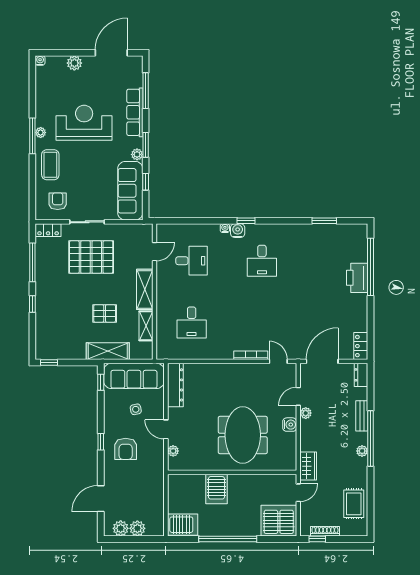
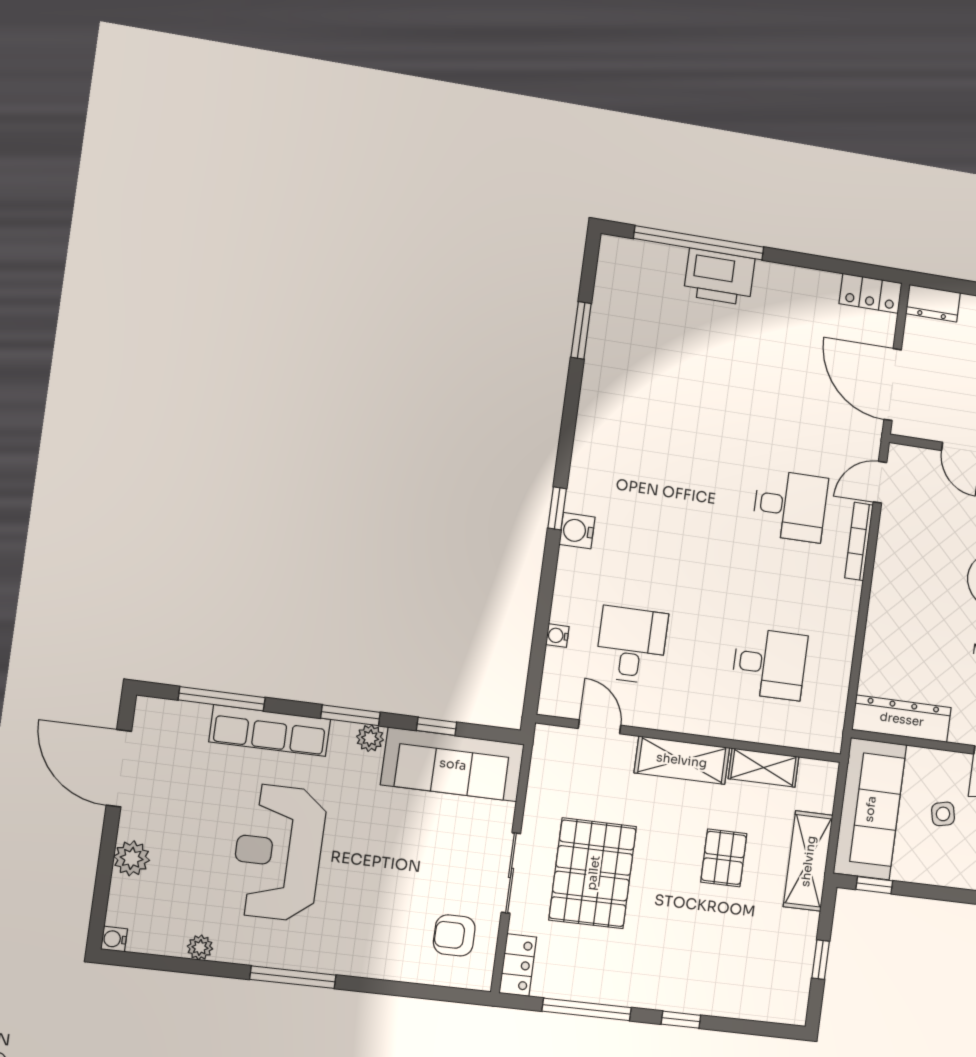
plant: (41, 133) -> (200, 947), moved
coffee table: (50, 165) -> (367, 943), removed
water cooler: (225, 228) -> (557, 636), moved
desk: (262, 261) -> (790, 506), moved
window: (49, 362) -> (821, 960), moved

